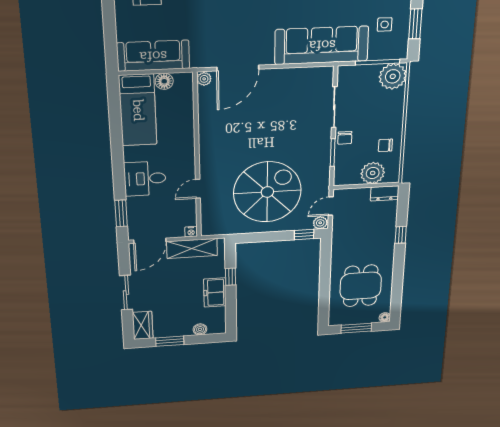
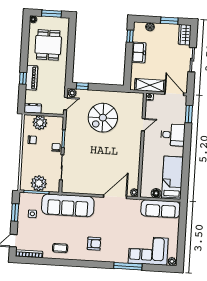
plant: (393, 76) -> (39, 183), moved
spiral stairs: (267, 192) -> (103, 118), width x0.73, depth x0.73
piano: (387, 237) -> (32, 78), added
door: (150, 241) -> (174, 94), hinge flipped
window: (230, 277) -> (130, 36), moved

